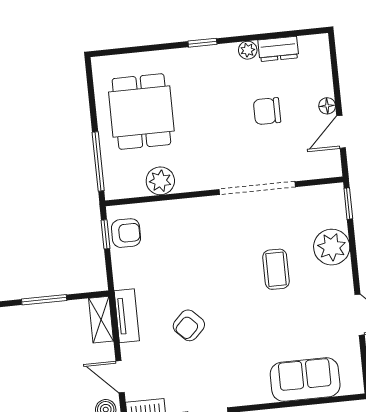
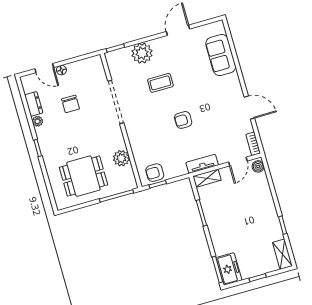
door: (341, 132) -> (44, 68), moved
armchair: (126, 233) -> (155, 173), turned -90
armchair: (189, 325) -> (183, 120), moved, turned 135

